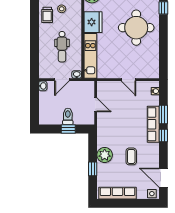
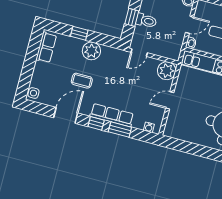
door: (62, 80) -> (190, 25), swing flipped
plant: (105, 89) -> (167, 71), added
door: (96, 105) -> (139, 53), moved
door: (163, 178) -> (66, 115), moved
row of seats: (117, 193) -> (46, 47), width x0.68

